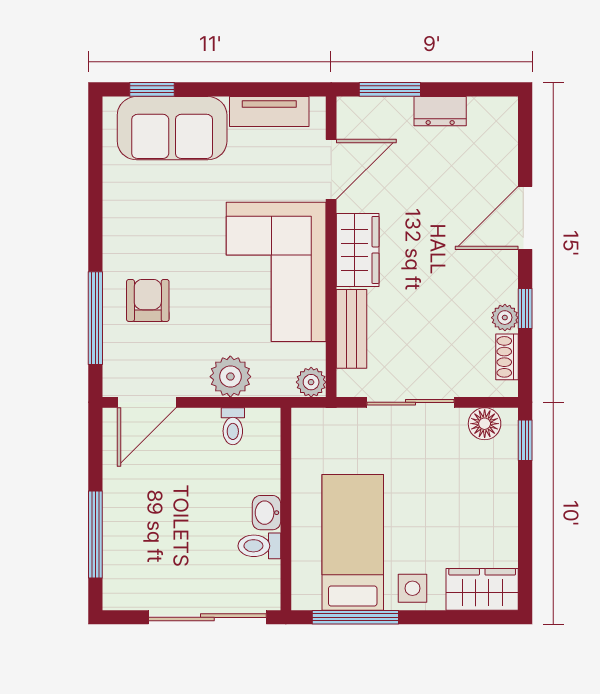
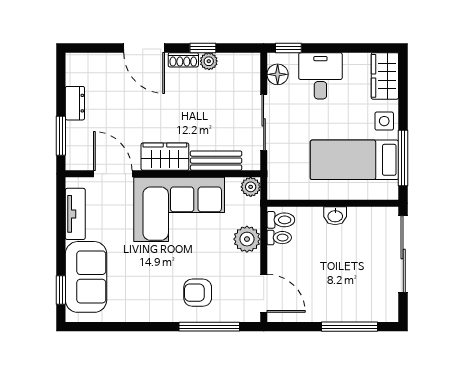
shoe rack: (507, 357) -> (183, 60), moved
desk: (482, 490) -> (320, 76), added
toilet: (259, 546) -> (281, 220), moved, turned -90

